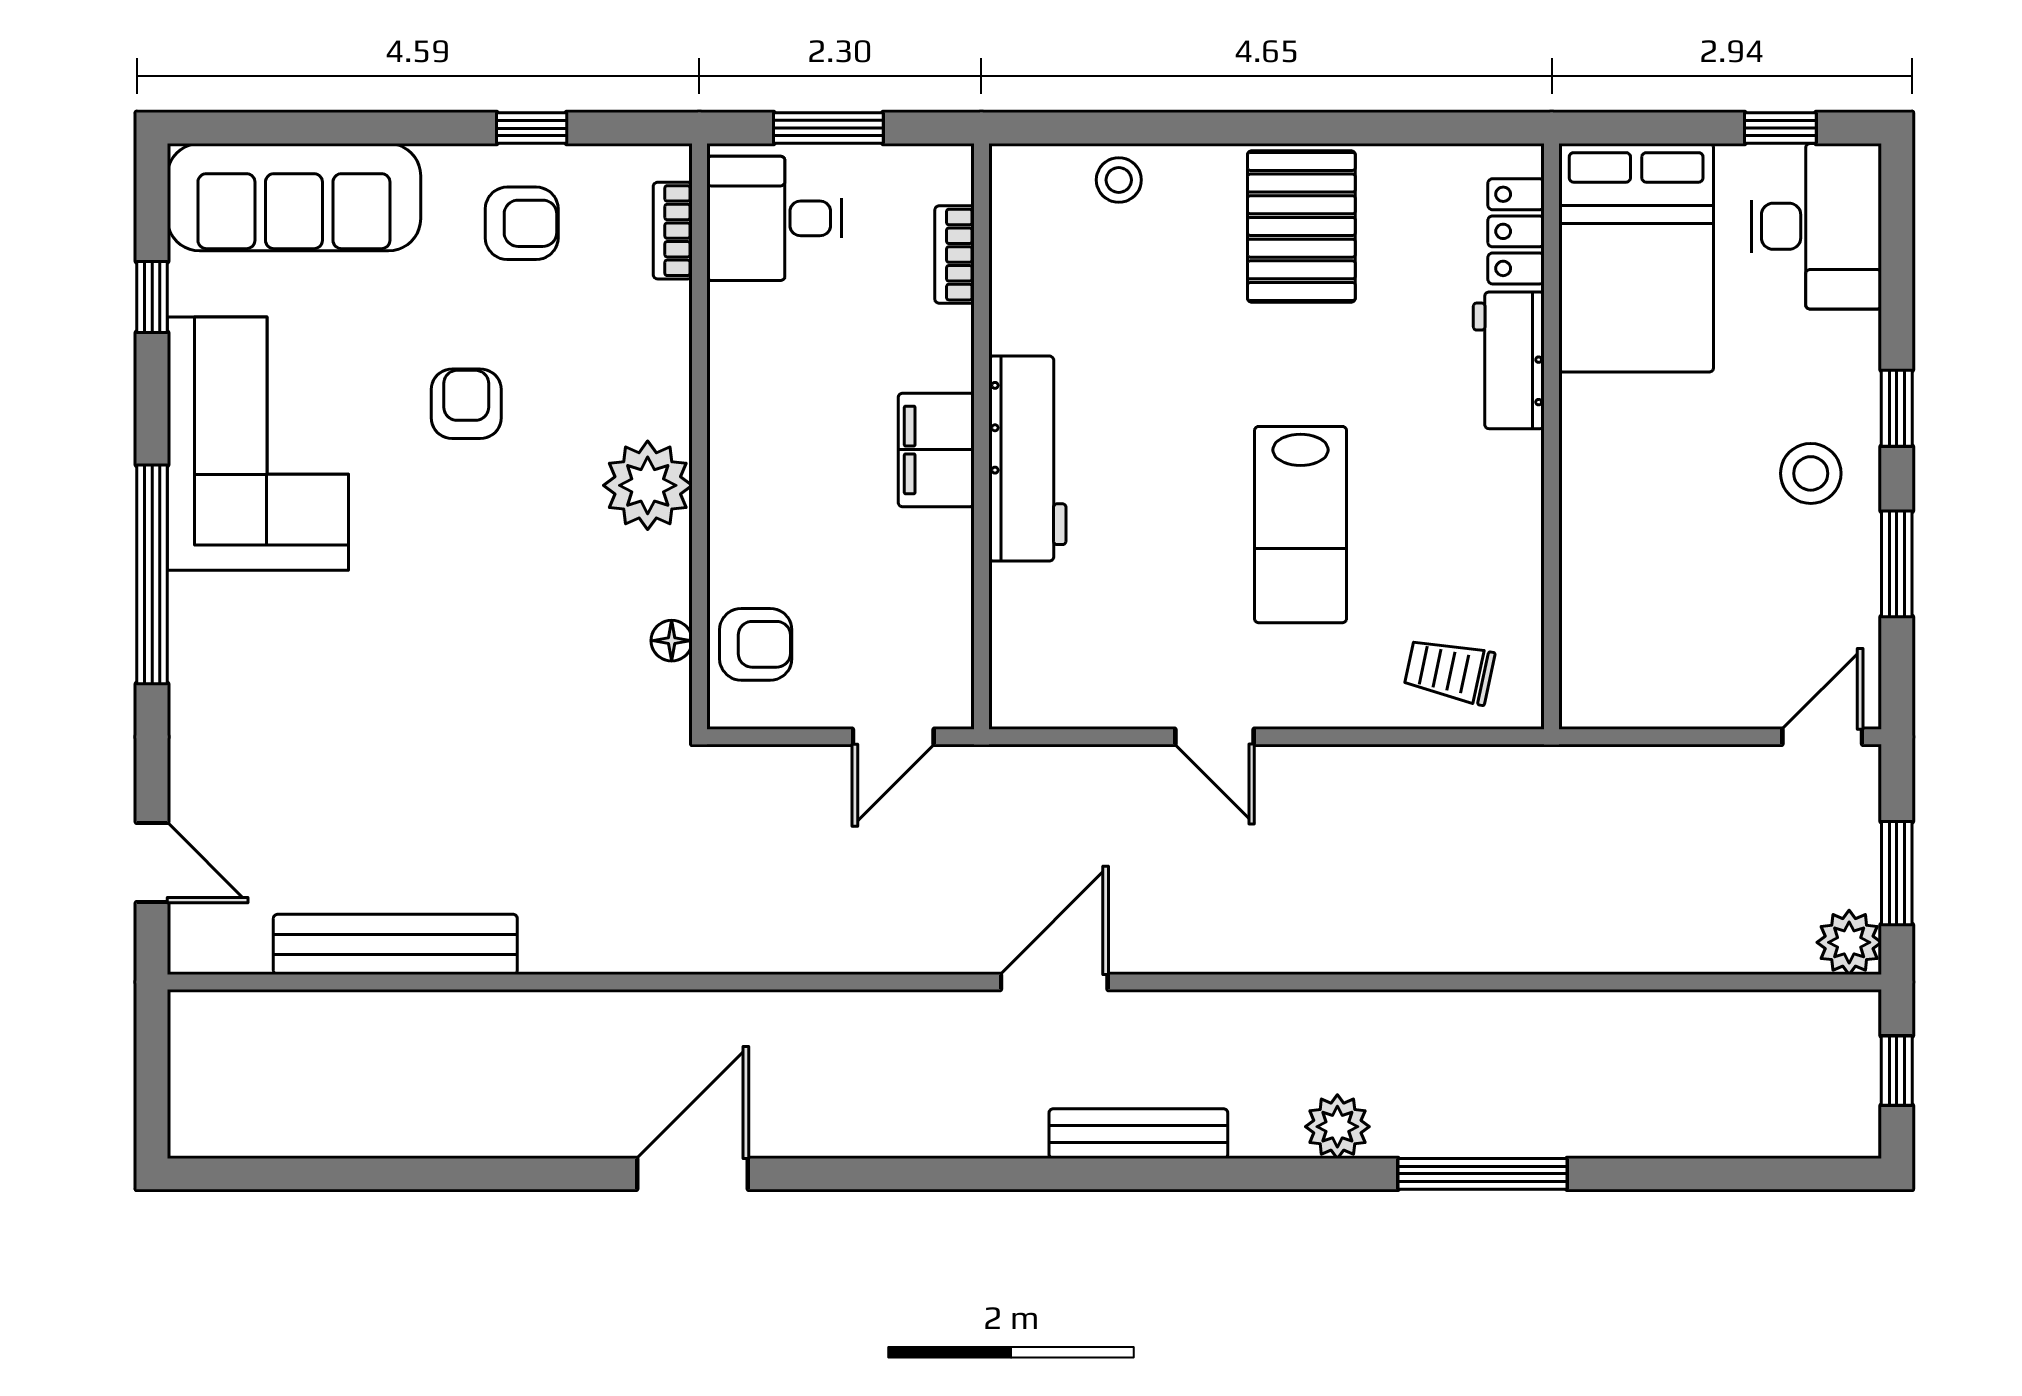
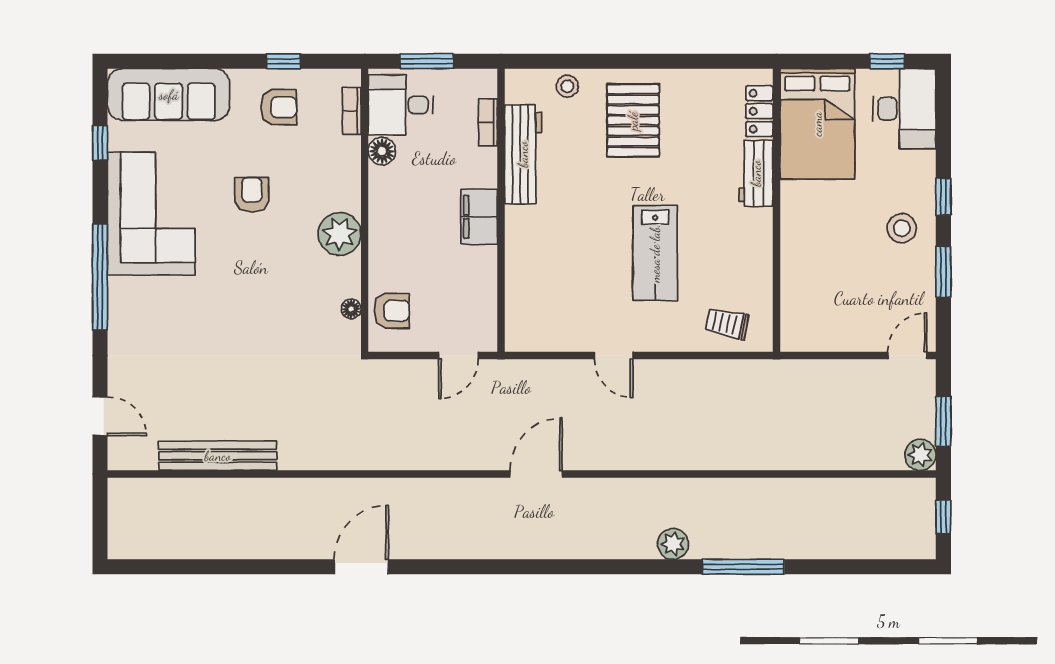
pallet: (1301, 226) -> (633, 121), moved
floor lamp: (735, 314) -> (382, 151), added
workbench: (1027, 459) -> (523, 154), moved
bench: (1138, 1134) -> (577, 547), removed

